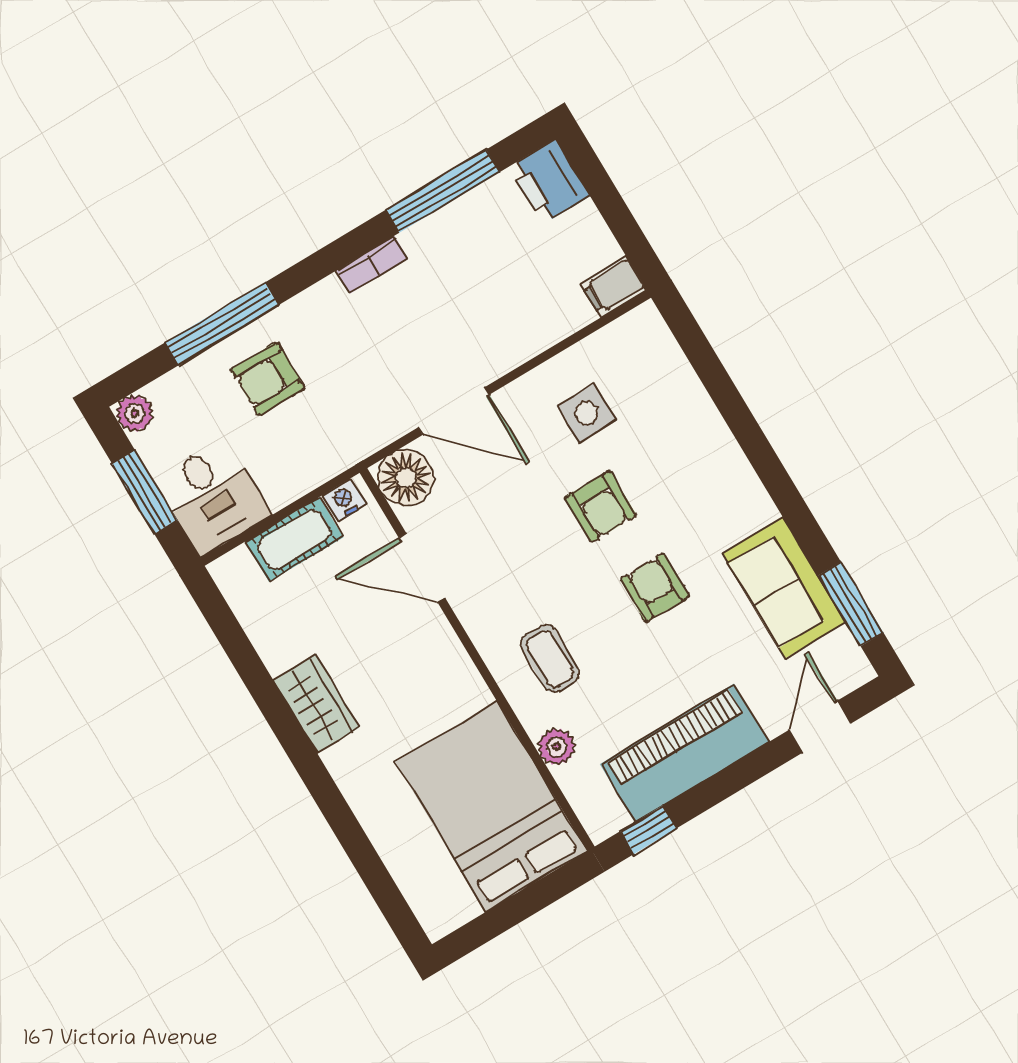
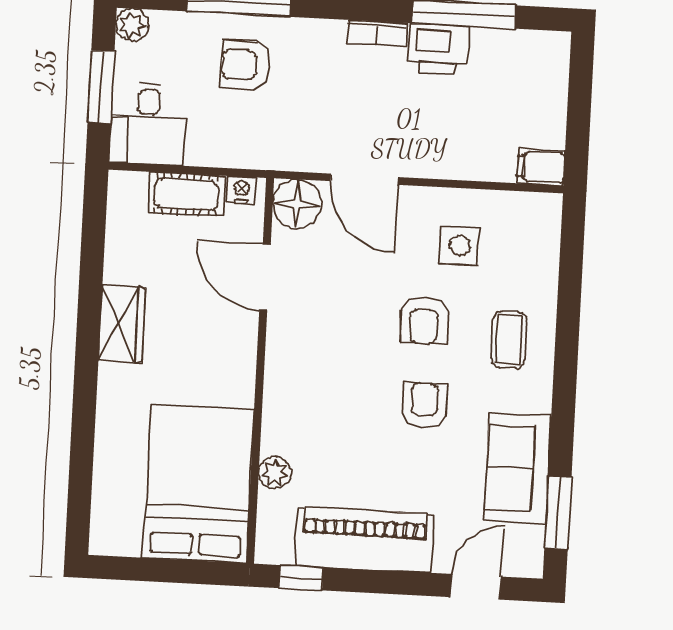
printer: (549, 182) -> (438, 49), moved, turned -90
coffee table: (550, 659) -> (509, 340), moved

